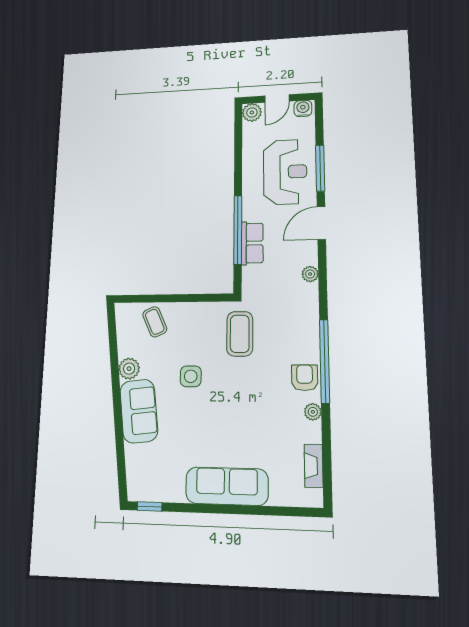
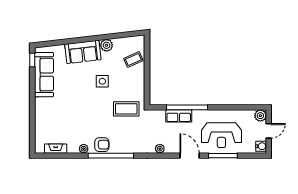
door: (277, 98) -> (269, 131), swing flipped
sofa: (227, 486) -> (44, 75), moved

